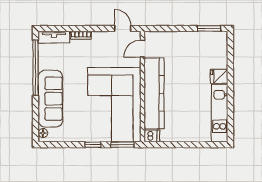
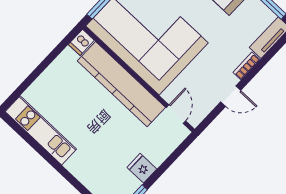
door: (123, 28) -> (231, 96), moved
fridge: (219, 76) -> (142, 168), moved, turned -90

